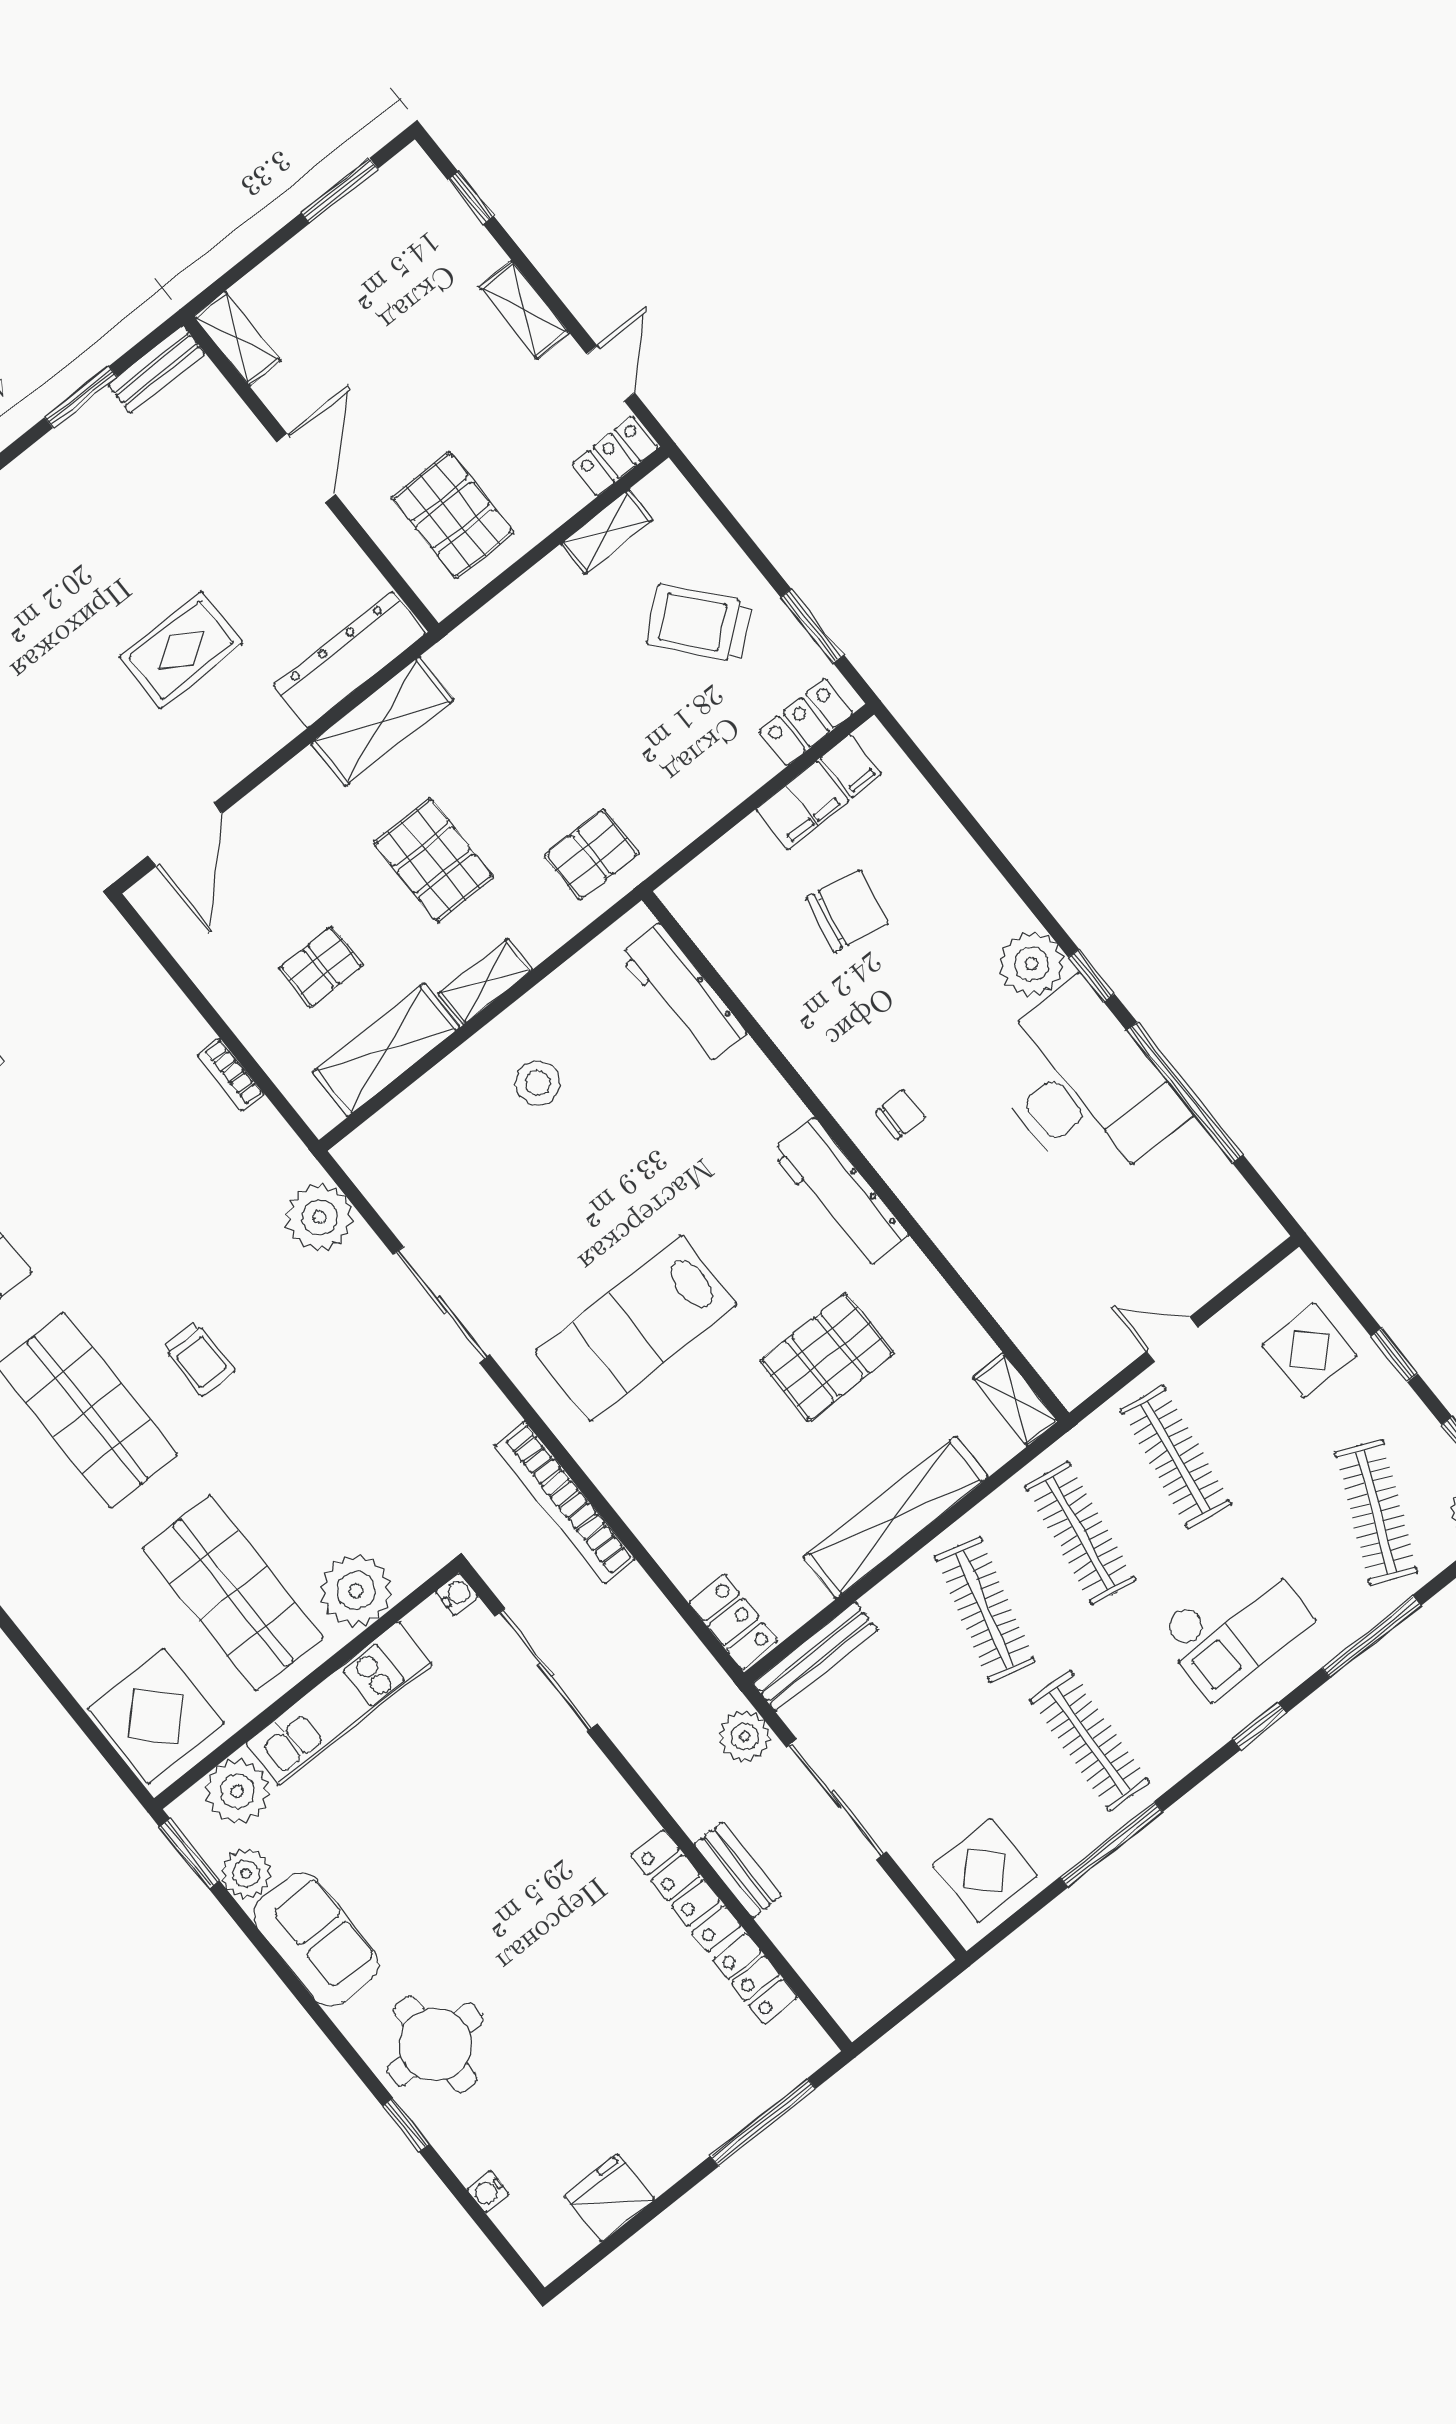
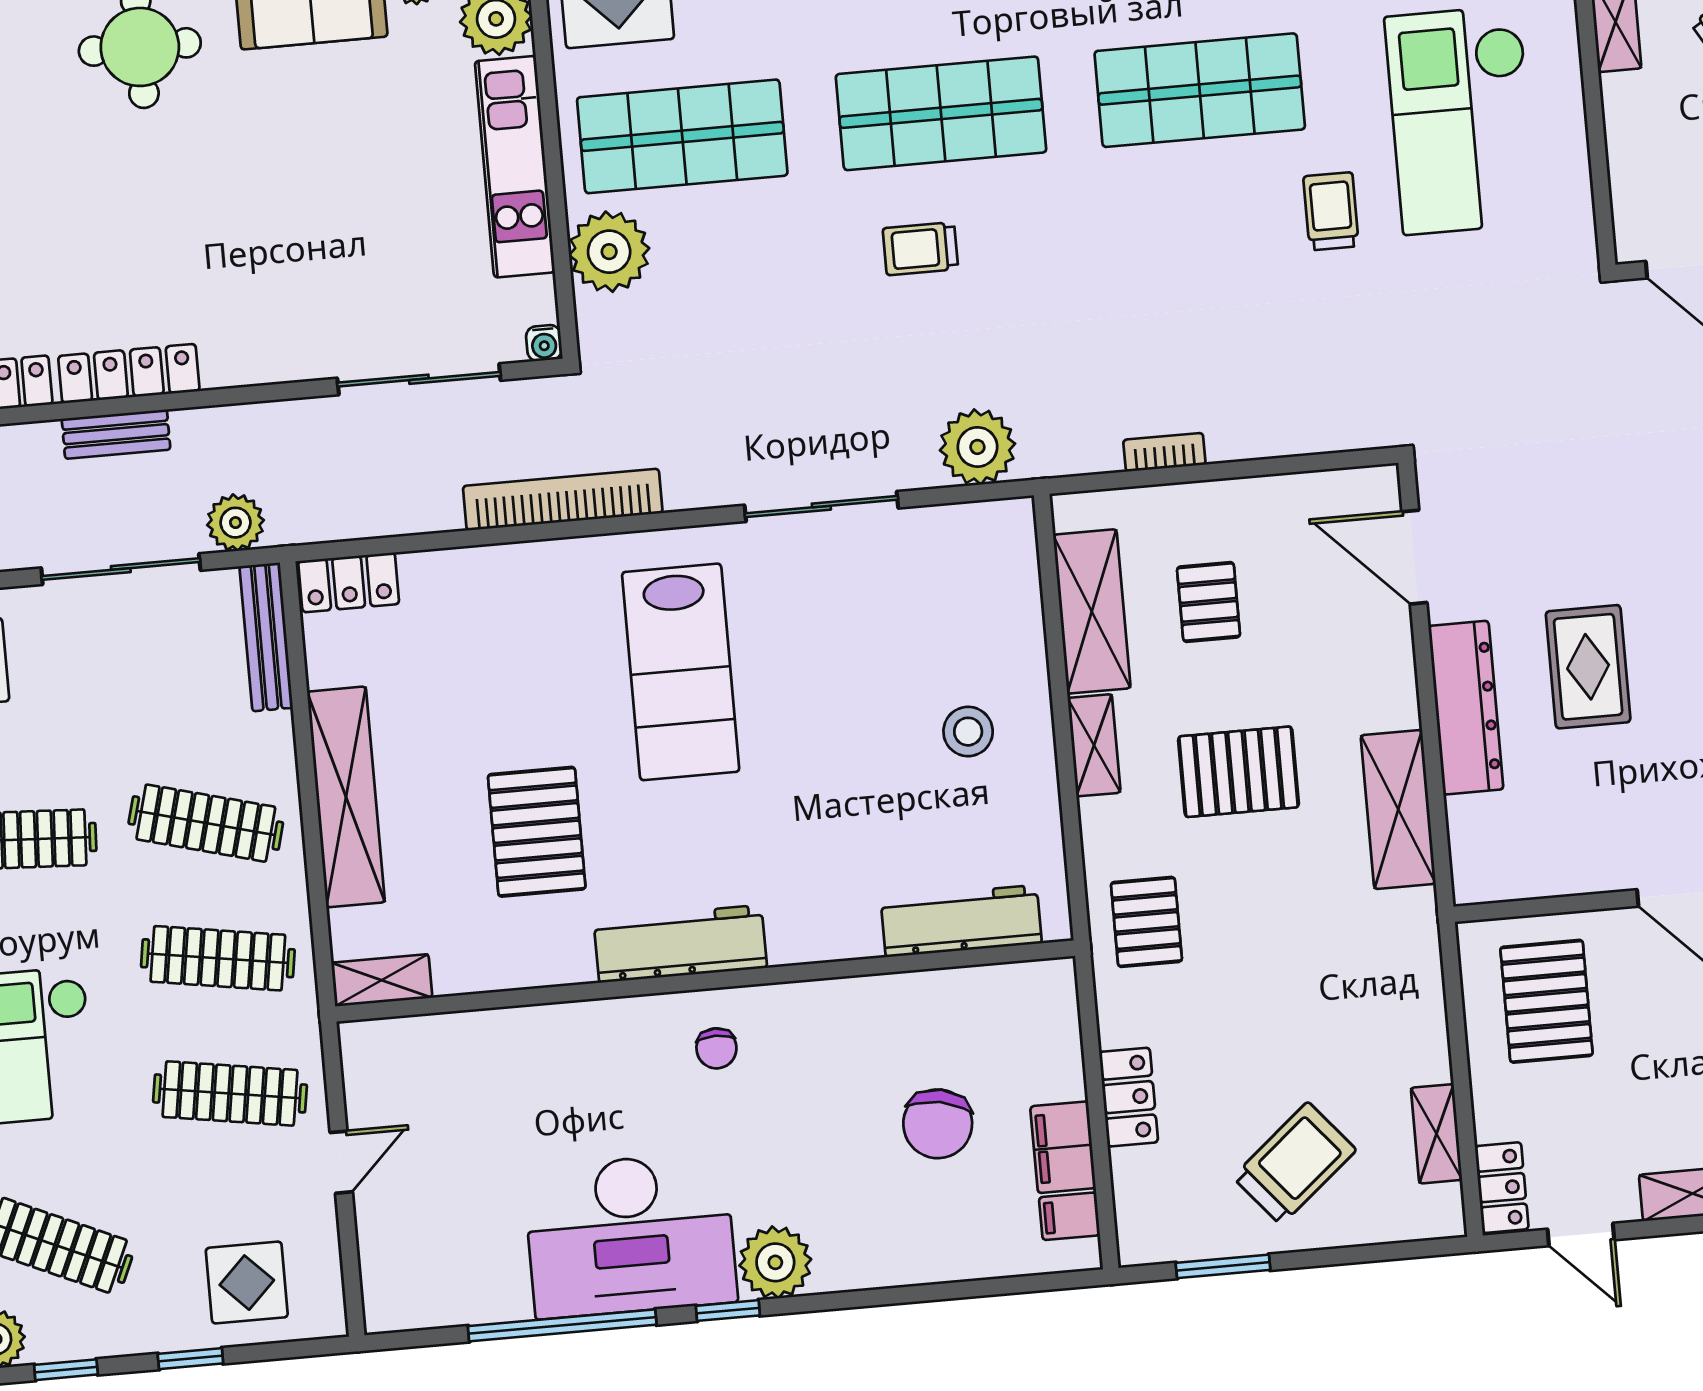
pallet: (453, 515) -> (1546, 1001), turned 90
dresser: (349, 660) -> (1466, 708), moved
locker: (806, 722) -> (1129, 1097), moved
lab bench: (636, 1328) -> (681, 672), turned 180

